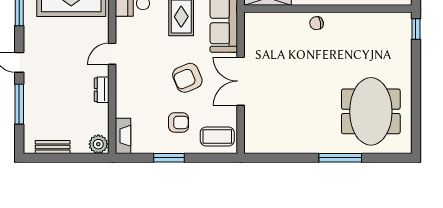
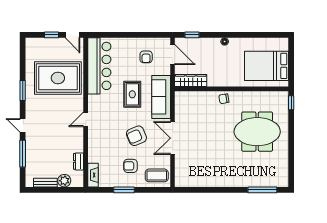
dresser: (102, 90) -> (78, 161), moved
meeting table: (371, 111) -> (257, 132), moved, turned 90
armchair: (179, 122) -> (130, 166), turned 180
plant: (98, 144) -> (64, 181), moved
window: (340, 158) -> (262, 190), moved

